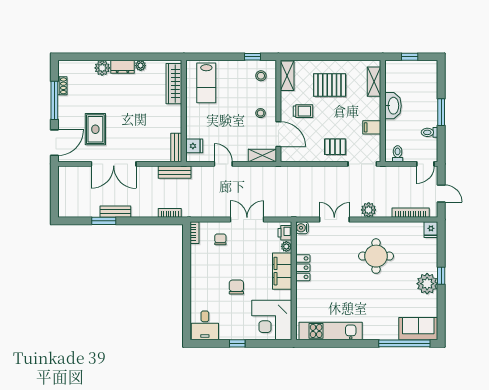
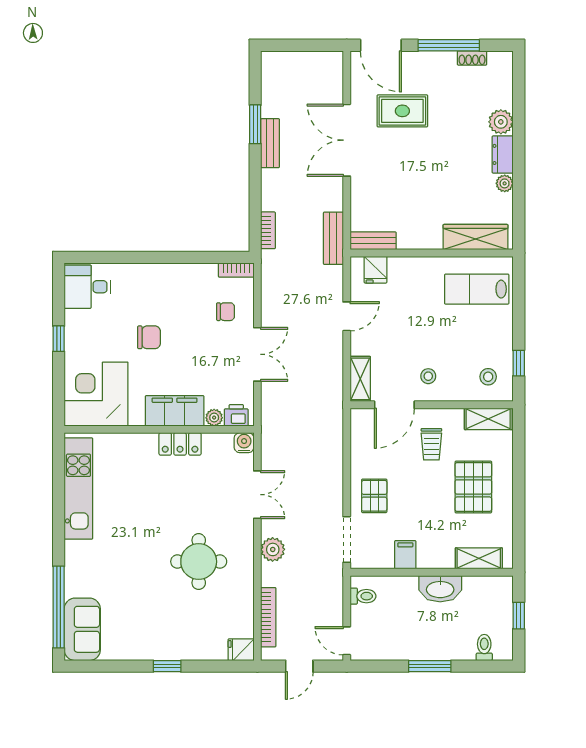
toilet: (430, 132) -> (484, 647), moved
plant: (427, 284) -> (154, 644), removed

